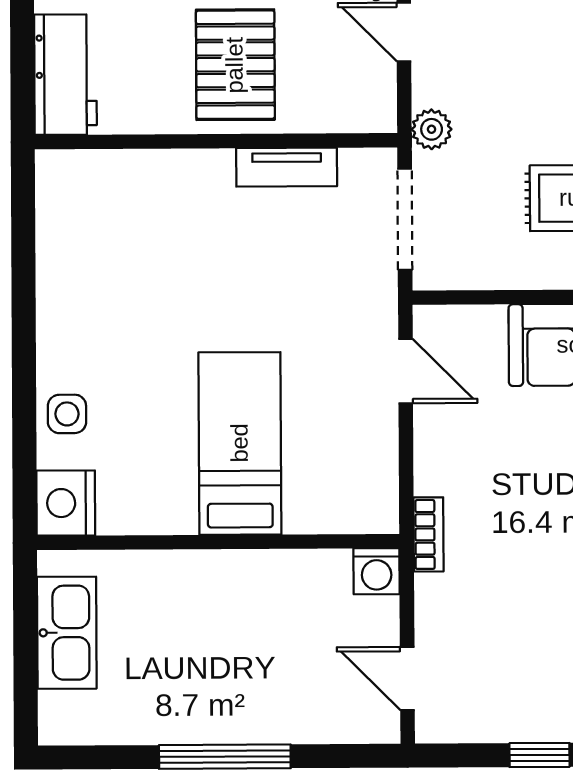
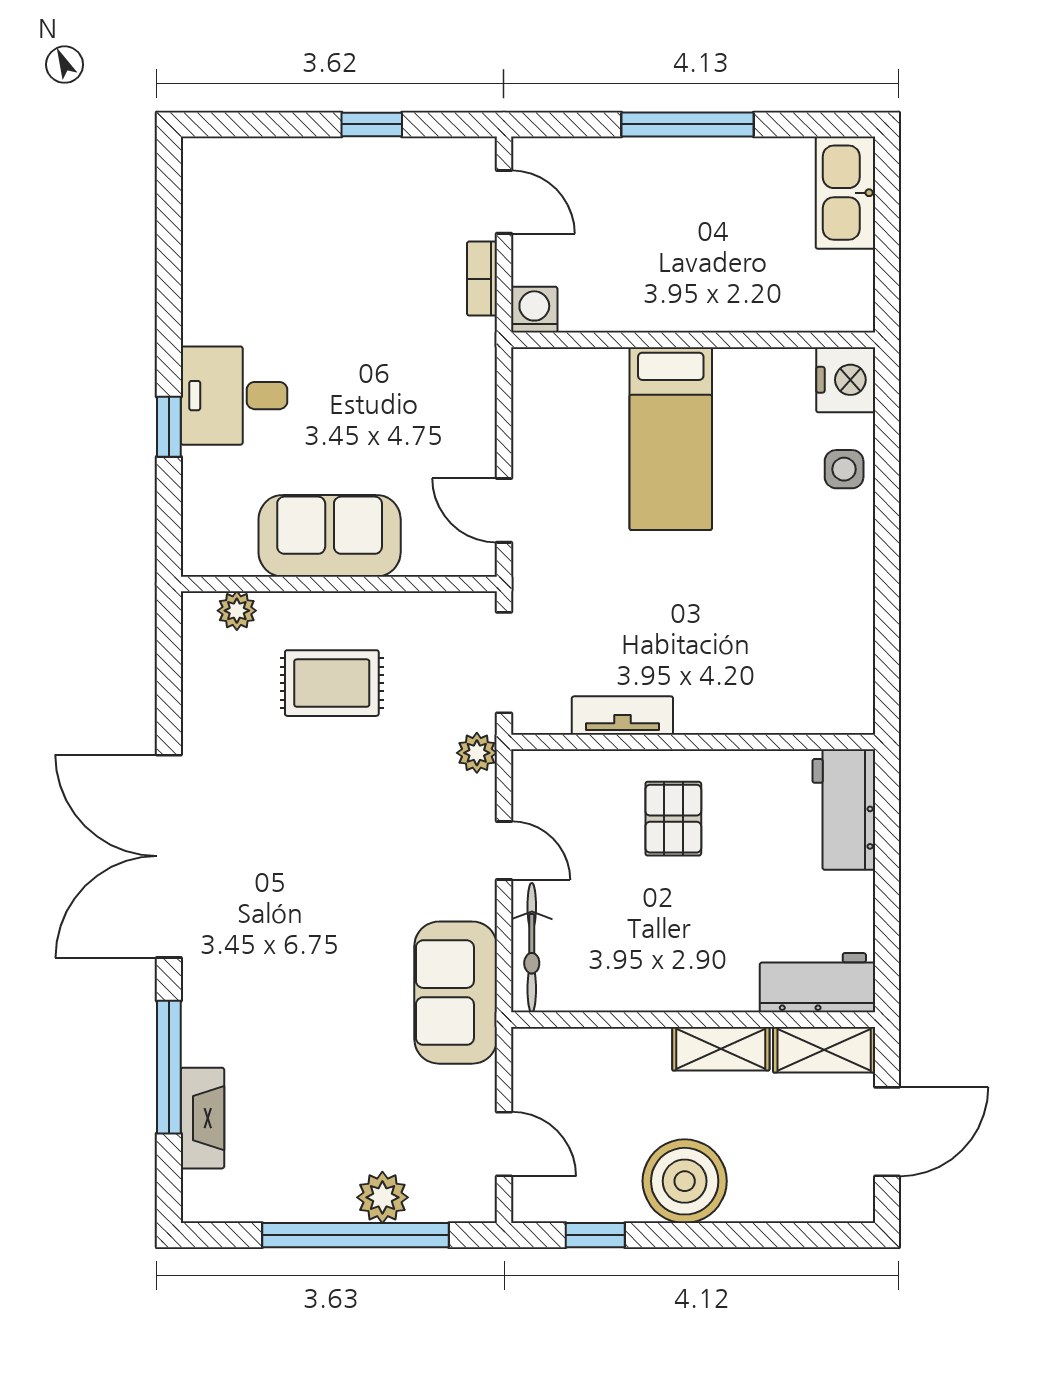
pallet: (235, 65) -> (673, 819), width x0.67, depth x0.71
bookcase: (429, 534) -> (482, 279), moved
kitchen sink: (67, 633) -> (845, 193), moved

